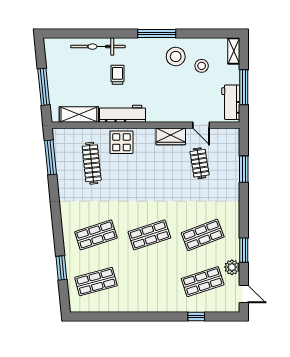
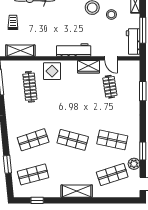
trolley: (117, 75) -> (13, 22), moved
workbench: (122, 114) -> (74, 50), moved
shop shelf: (149, 235) -> (73, 140), turned 33
shop shelf: (203, 235) -> (112, 140), turned 33
shelving: (155, 304) -> (77, 191), added
window: (196, 316) -> (37, 200), moved

